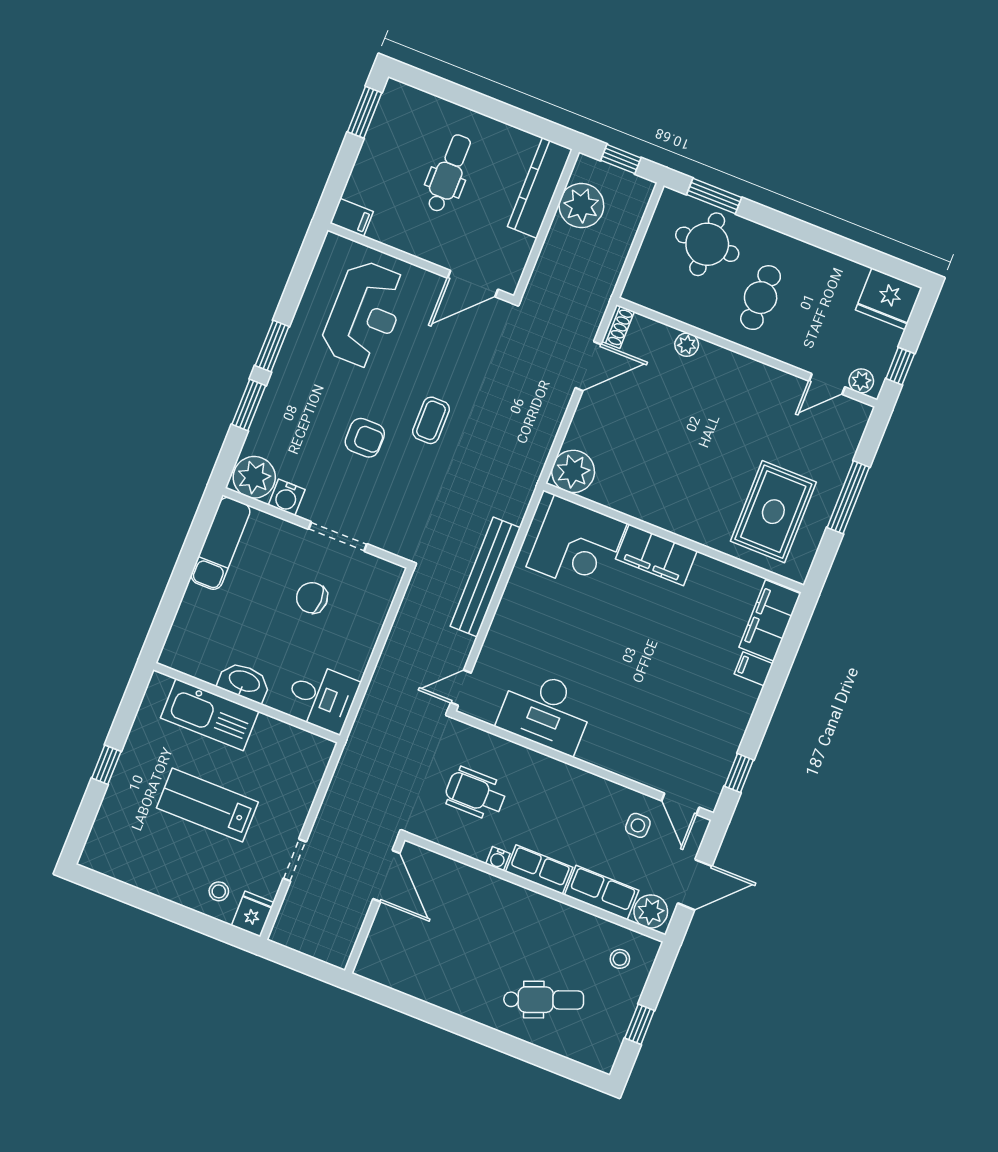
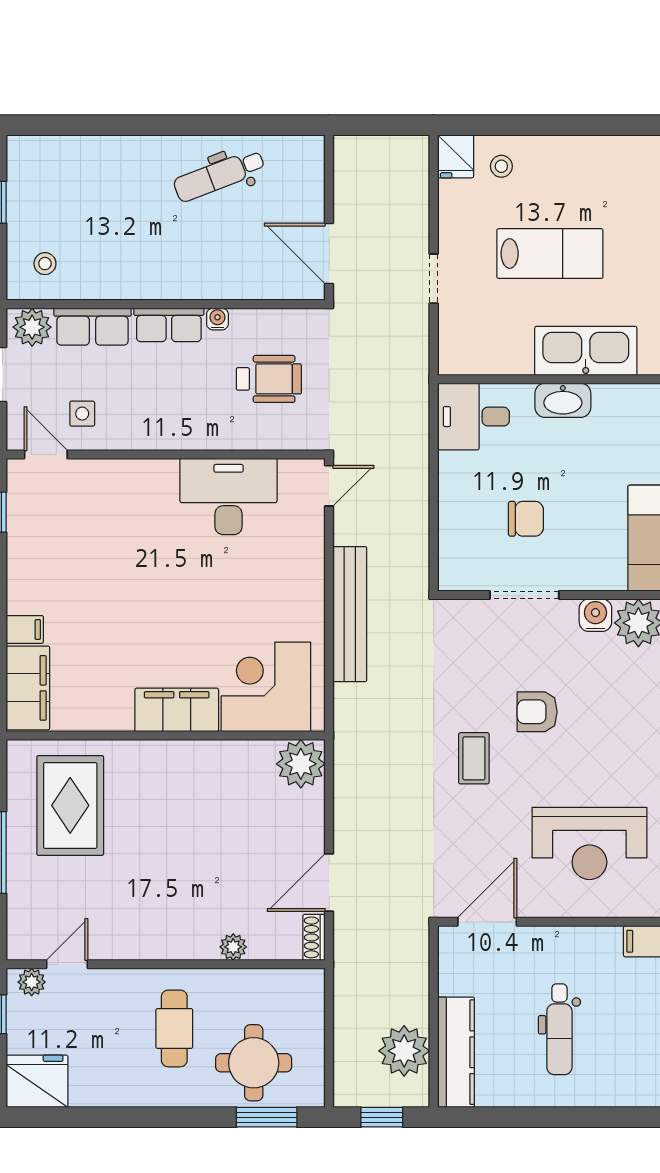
reception desk: (365, 314) -> (589, 843), turned -90
doorway: (295, 860) -> (434, 279), moved
dental chair: (544, 1000) -> (219, 175), moved

